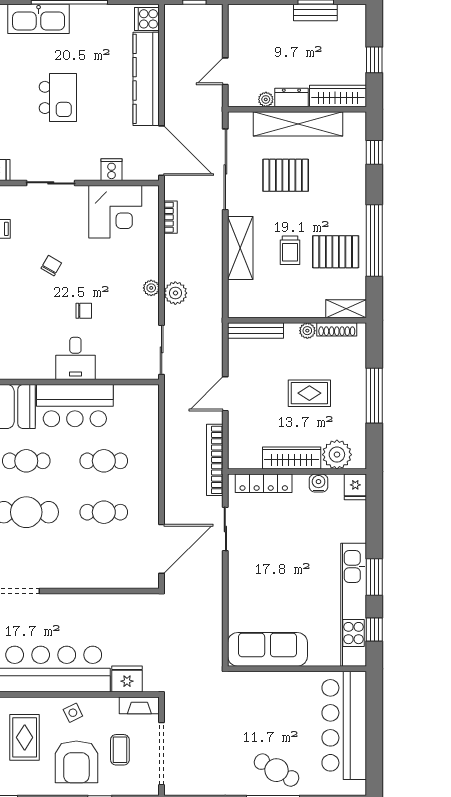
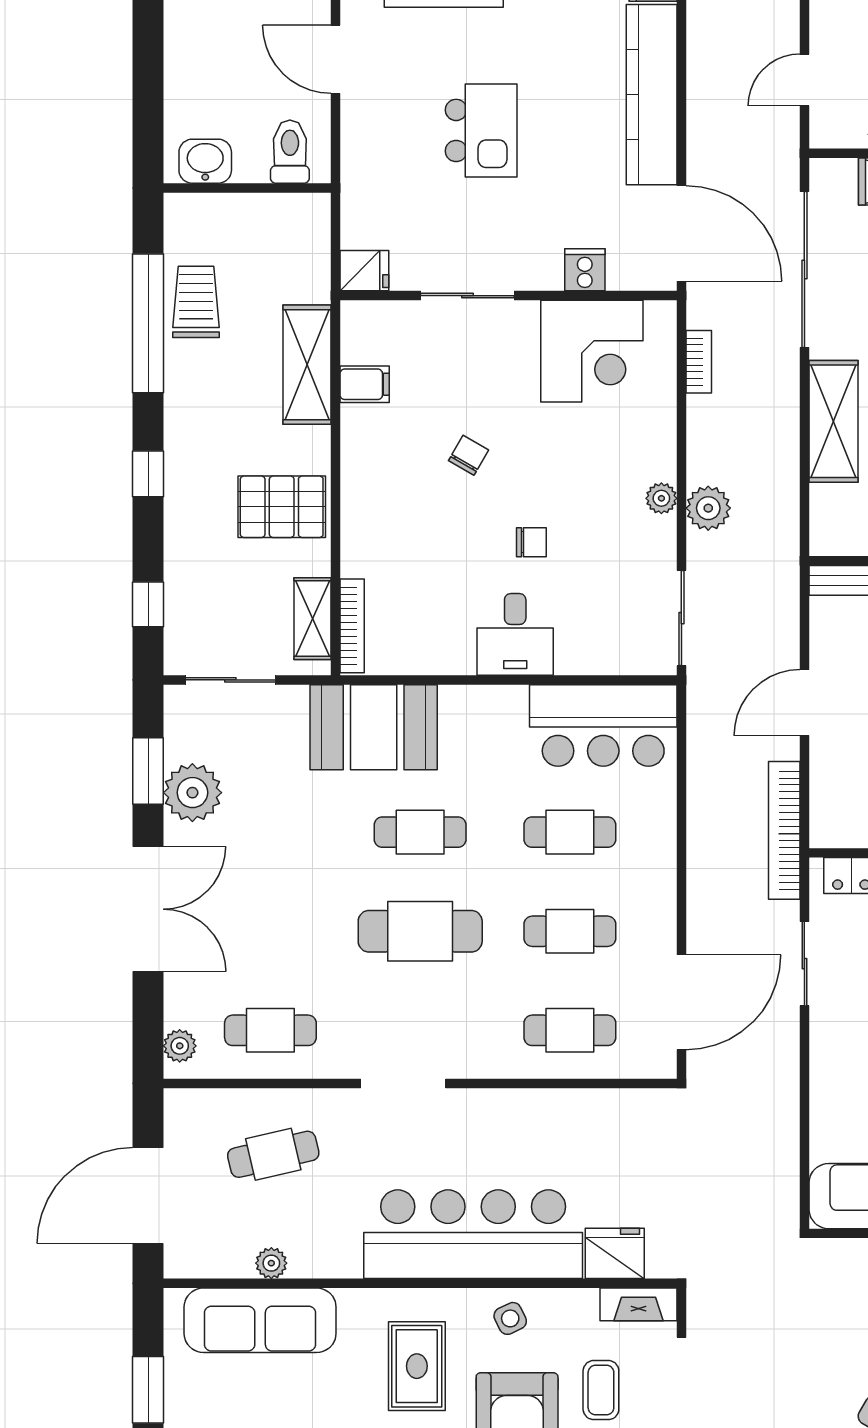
bar counter: (75, 406) -> (603, 725), moved
cafe table: (104, 563) -> (570, 1030), added

